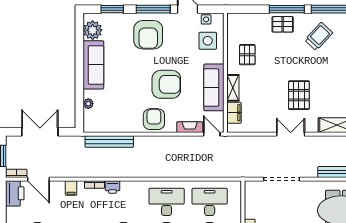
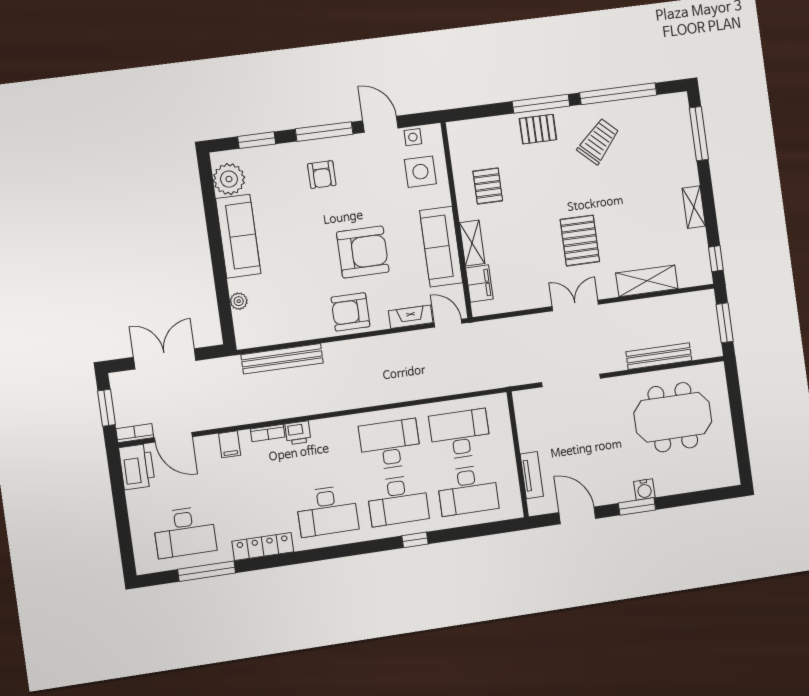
armchair: (148, 35) -> (322, 175), width x0.53, depth x0.53
armchair: (154, 119) -> (350, 312), turned -90

